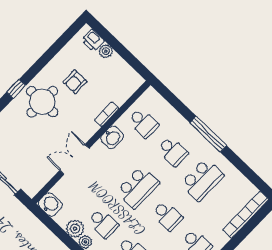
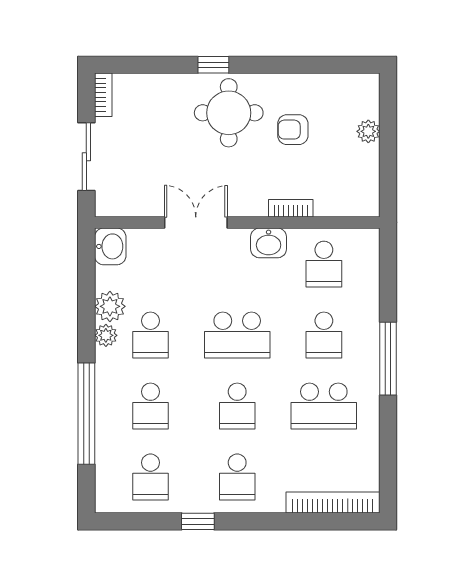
printer: (93, 41) -> (366, 102), removed

